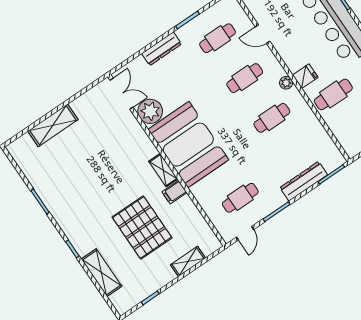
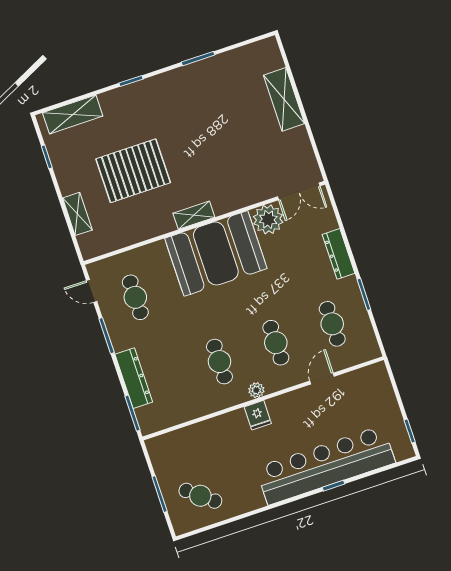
cafe table: (333, 94) -> (227, 442), removed
filing cabinet: (174, 192) -> (164, 221), removed
shelving: (102, 273) -> (73, 114), moved

